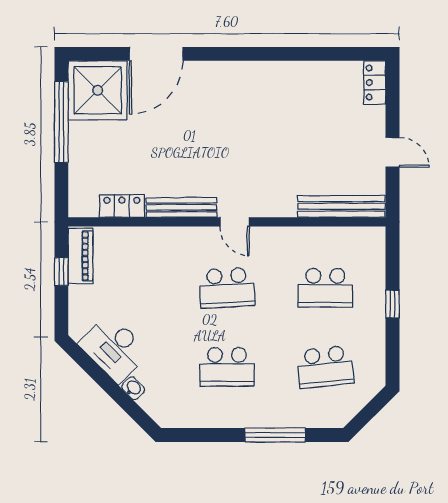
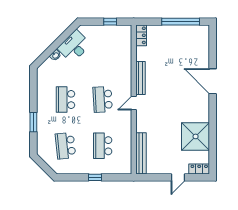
door: (156, 54) -> (213, 81), moved
shower: (98, 90) -> (196, 136), moved
door: (393, 152) -> (178, 177), moved
locker: (122, 206) -> (141, 35), moved
piano: (81, 256) -> (118, 31), removed
window: (275, 435) -> (33, 122), width x0.69

